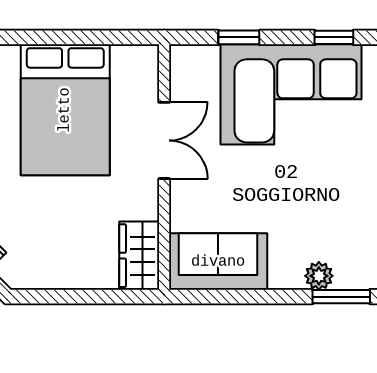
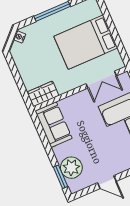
double door: (164, 140) -> (101, 80), moved
plant: (319, 276) -> (71, 168), width x1.88, depth x1.88

